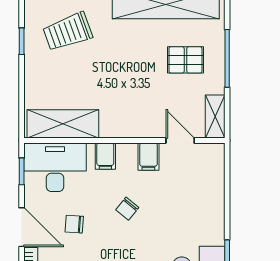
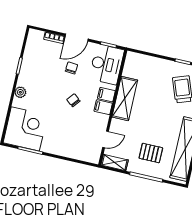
pallet: (185, 60) -> (151, 153), turned 90
shelving: (63, 124) -> (125, 99), moved
filing cabinet: (148, 157) -> (103, 107), moved

